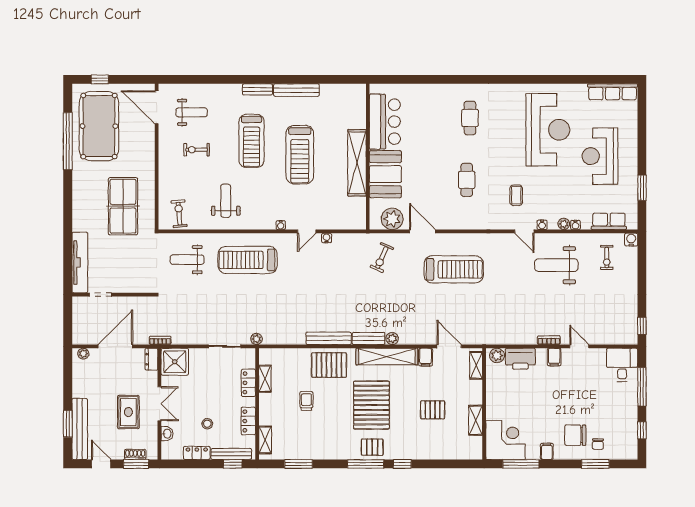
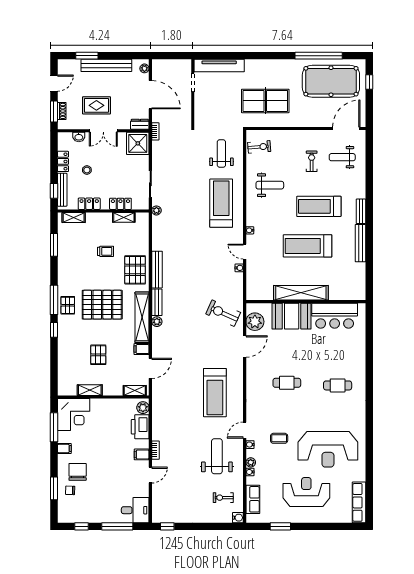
weight bench: (192, 112) -> (342, 157), turned 90
coffee table: (516, 195) -> (279, 438), moved
exercise bike: (382, 258) -> (223, 313), width x1.38, depth x1.39
treadmill: (454, 269) -> (215, 393), moved
bench: (80, 429) -> (106, 65), moved

